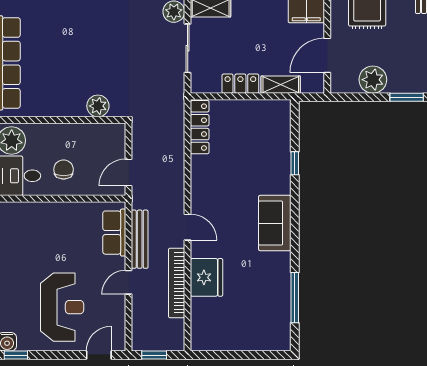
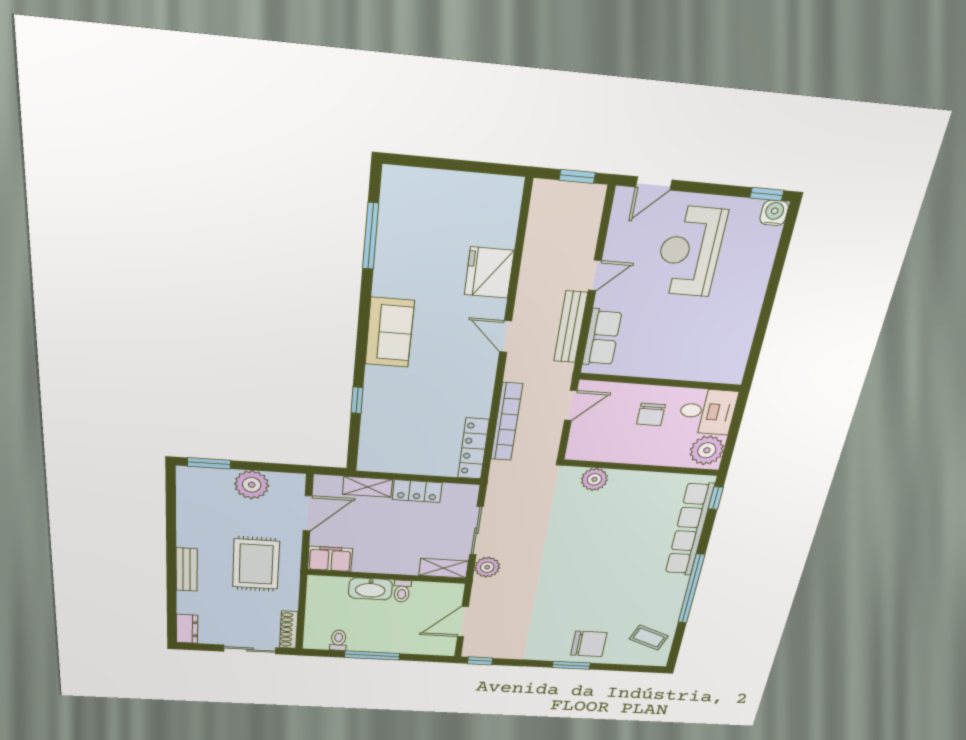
bookcase: (177, 283) -> (507, 422), moved

